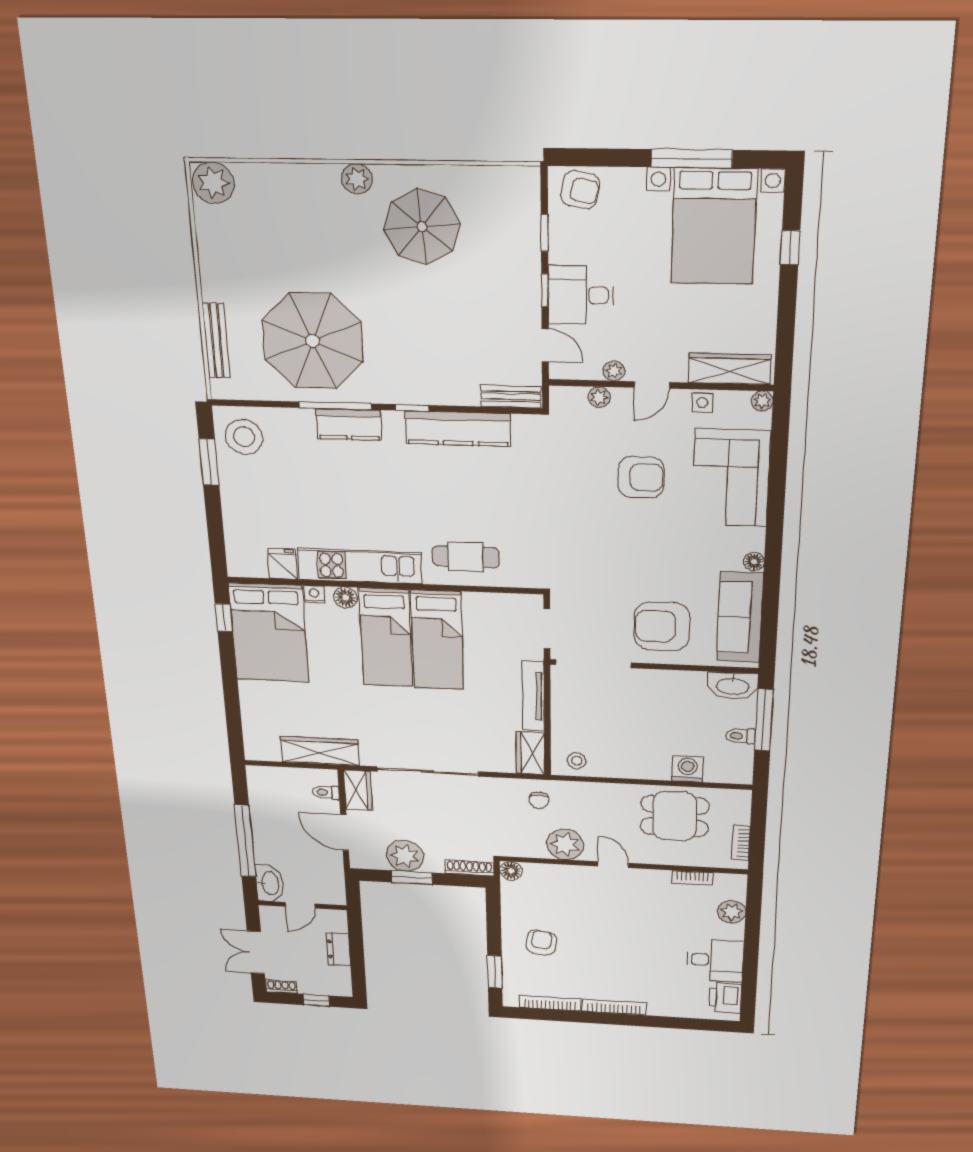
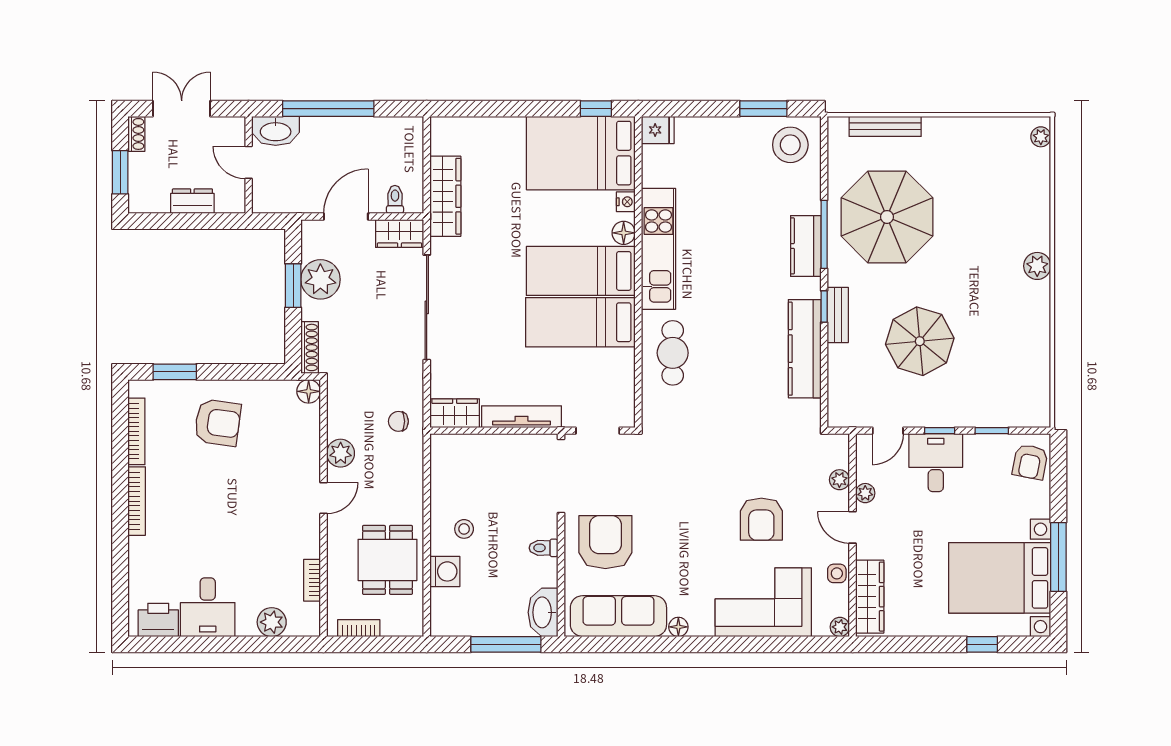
plant: (213, 183) -> (1041, 137), width x0.53, depth x0.53
parasol: (422, 227) -> (920, 341), moved
bench: (511, 397) -> (838, 315), moved
fridge: (283, 564) -> (658, 130), moved
toilet: (740, 736) -> (544, 548), moved, turned -90
stool: (577, 761) -> (464, 529), moved
plant: (565, 844) -> (341, 453), width x0.73, depth x0.73
armchair: (541, 943) -> (218, 423), width x1.38, depth x1.38
window: (316, 1000) -> (120, 172), width x1.50

